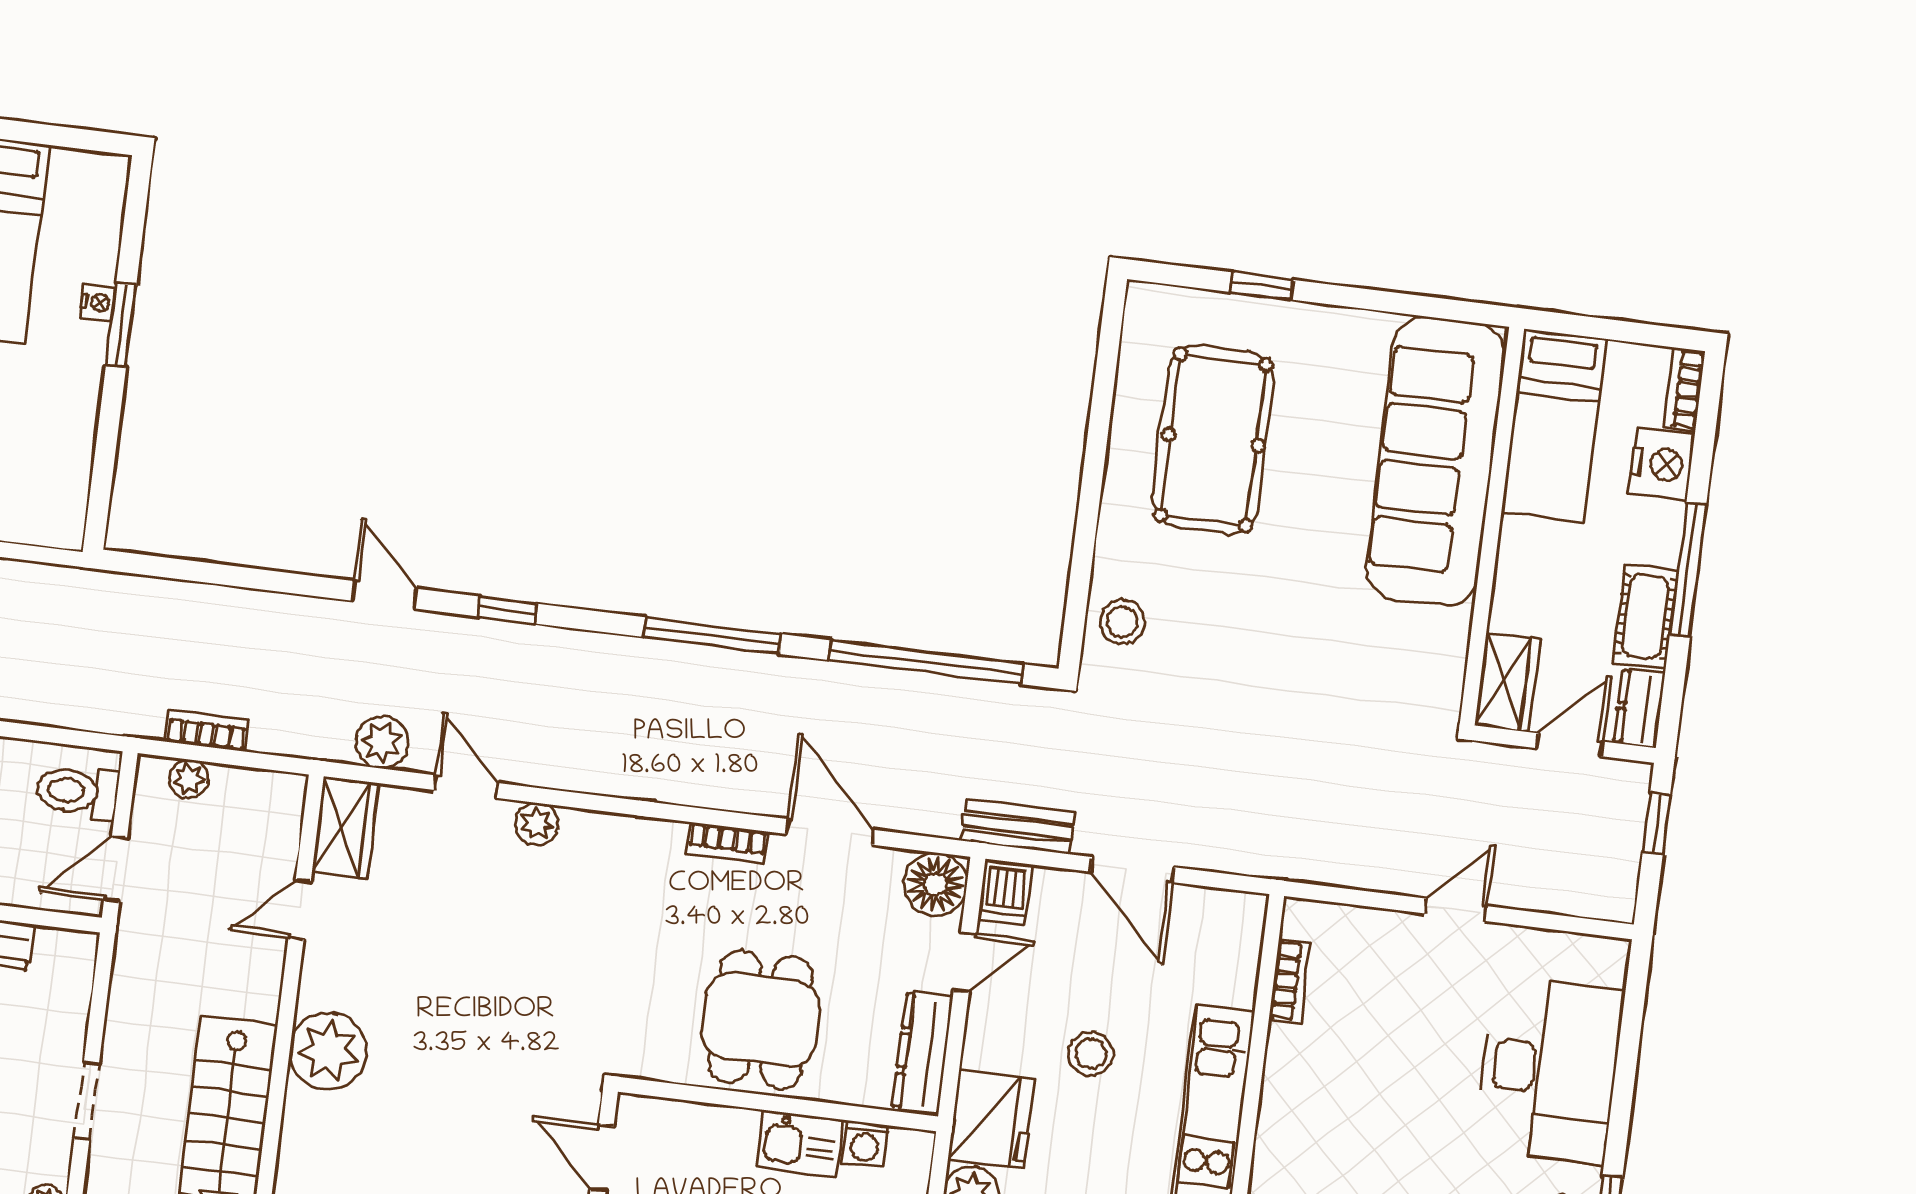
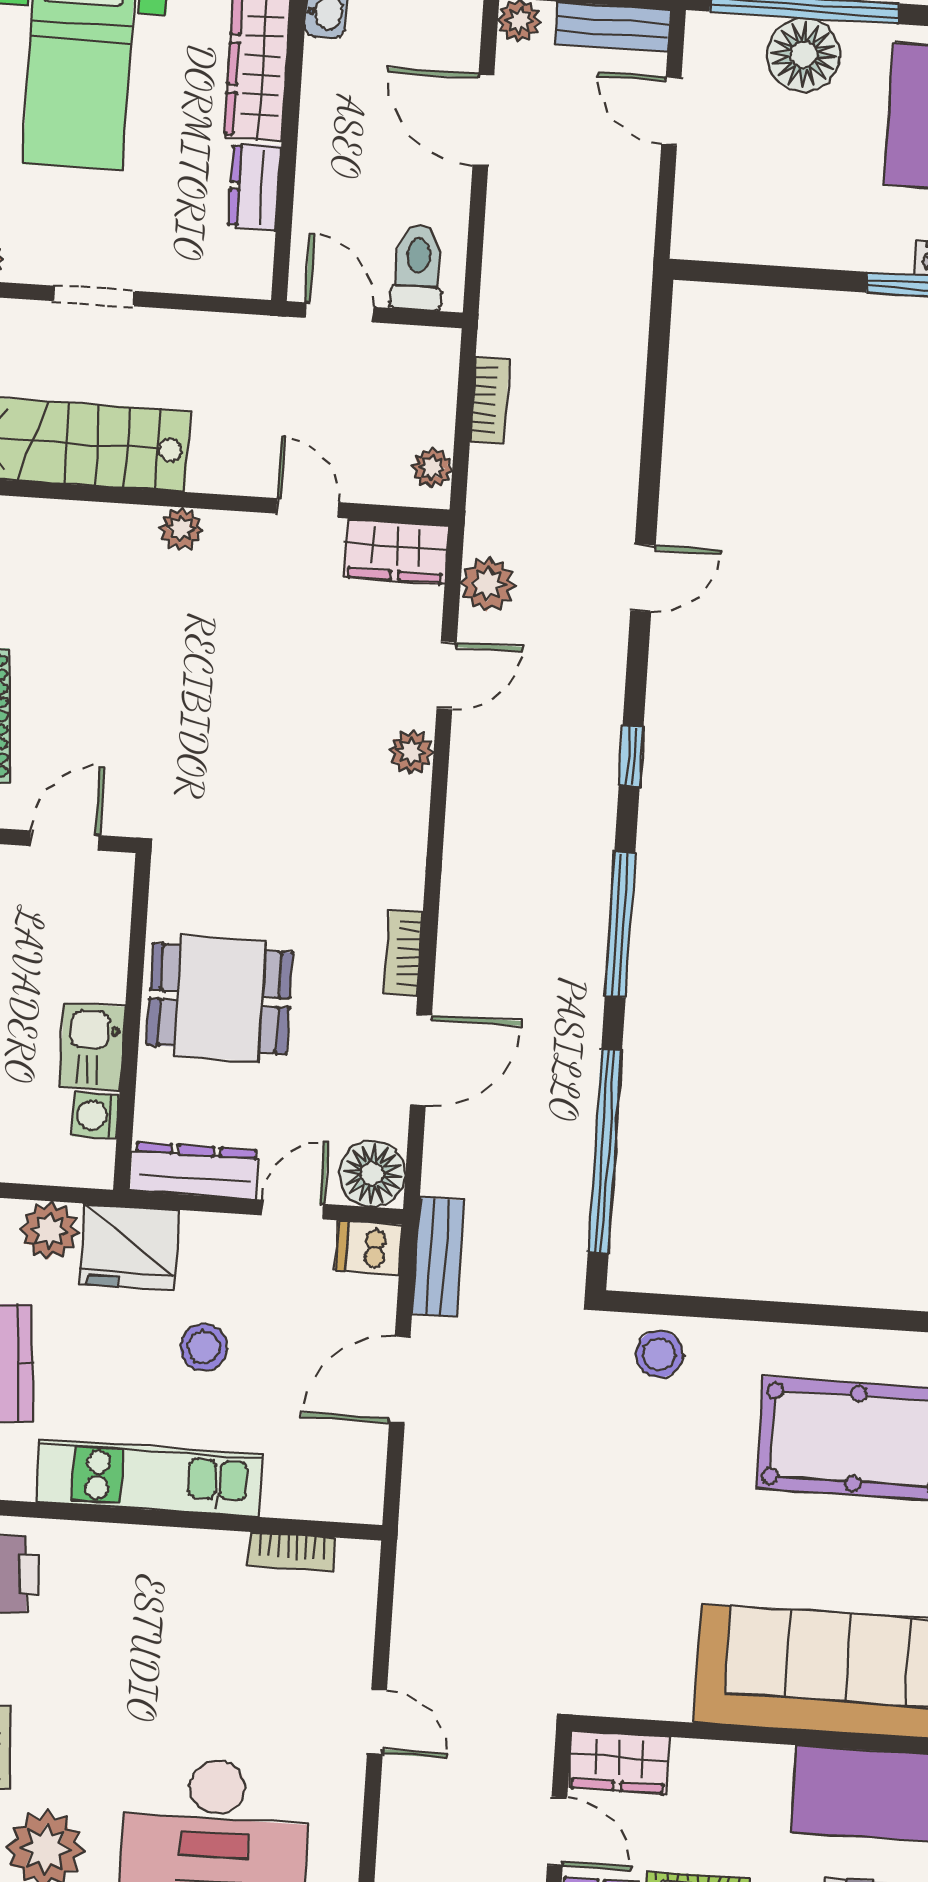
window: (507, 610) -> (631, 756), moved
plant: (189, 779) -> (432, 468), moved
door: (965, 962) -> (293, 1210), swing flipped
plant: (328, 1051) -> (181, 529), width x0.53, depth x0.53

